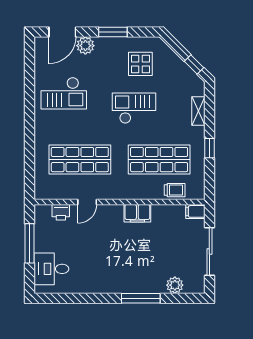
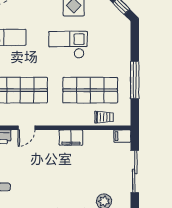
shelving: (198, 111) -> (125, 47), removed
window: (209, 148) -> (135, 80), width x2.17

